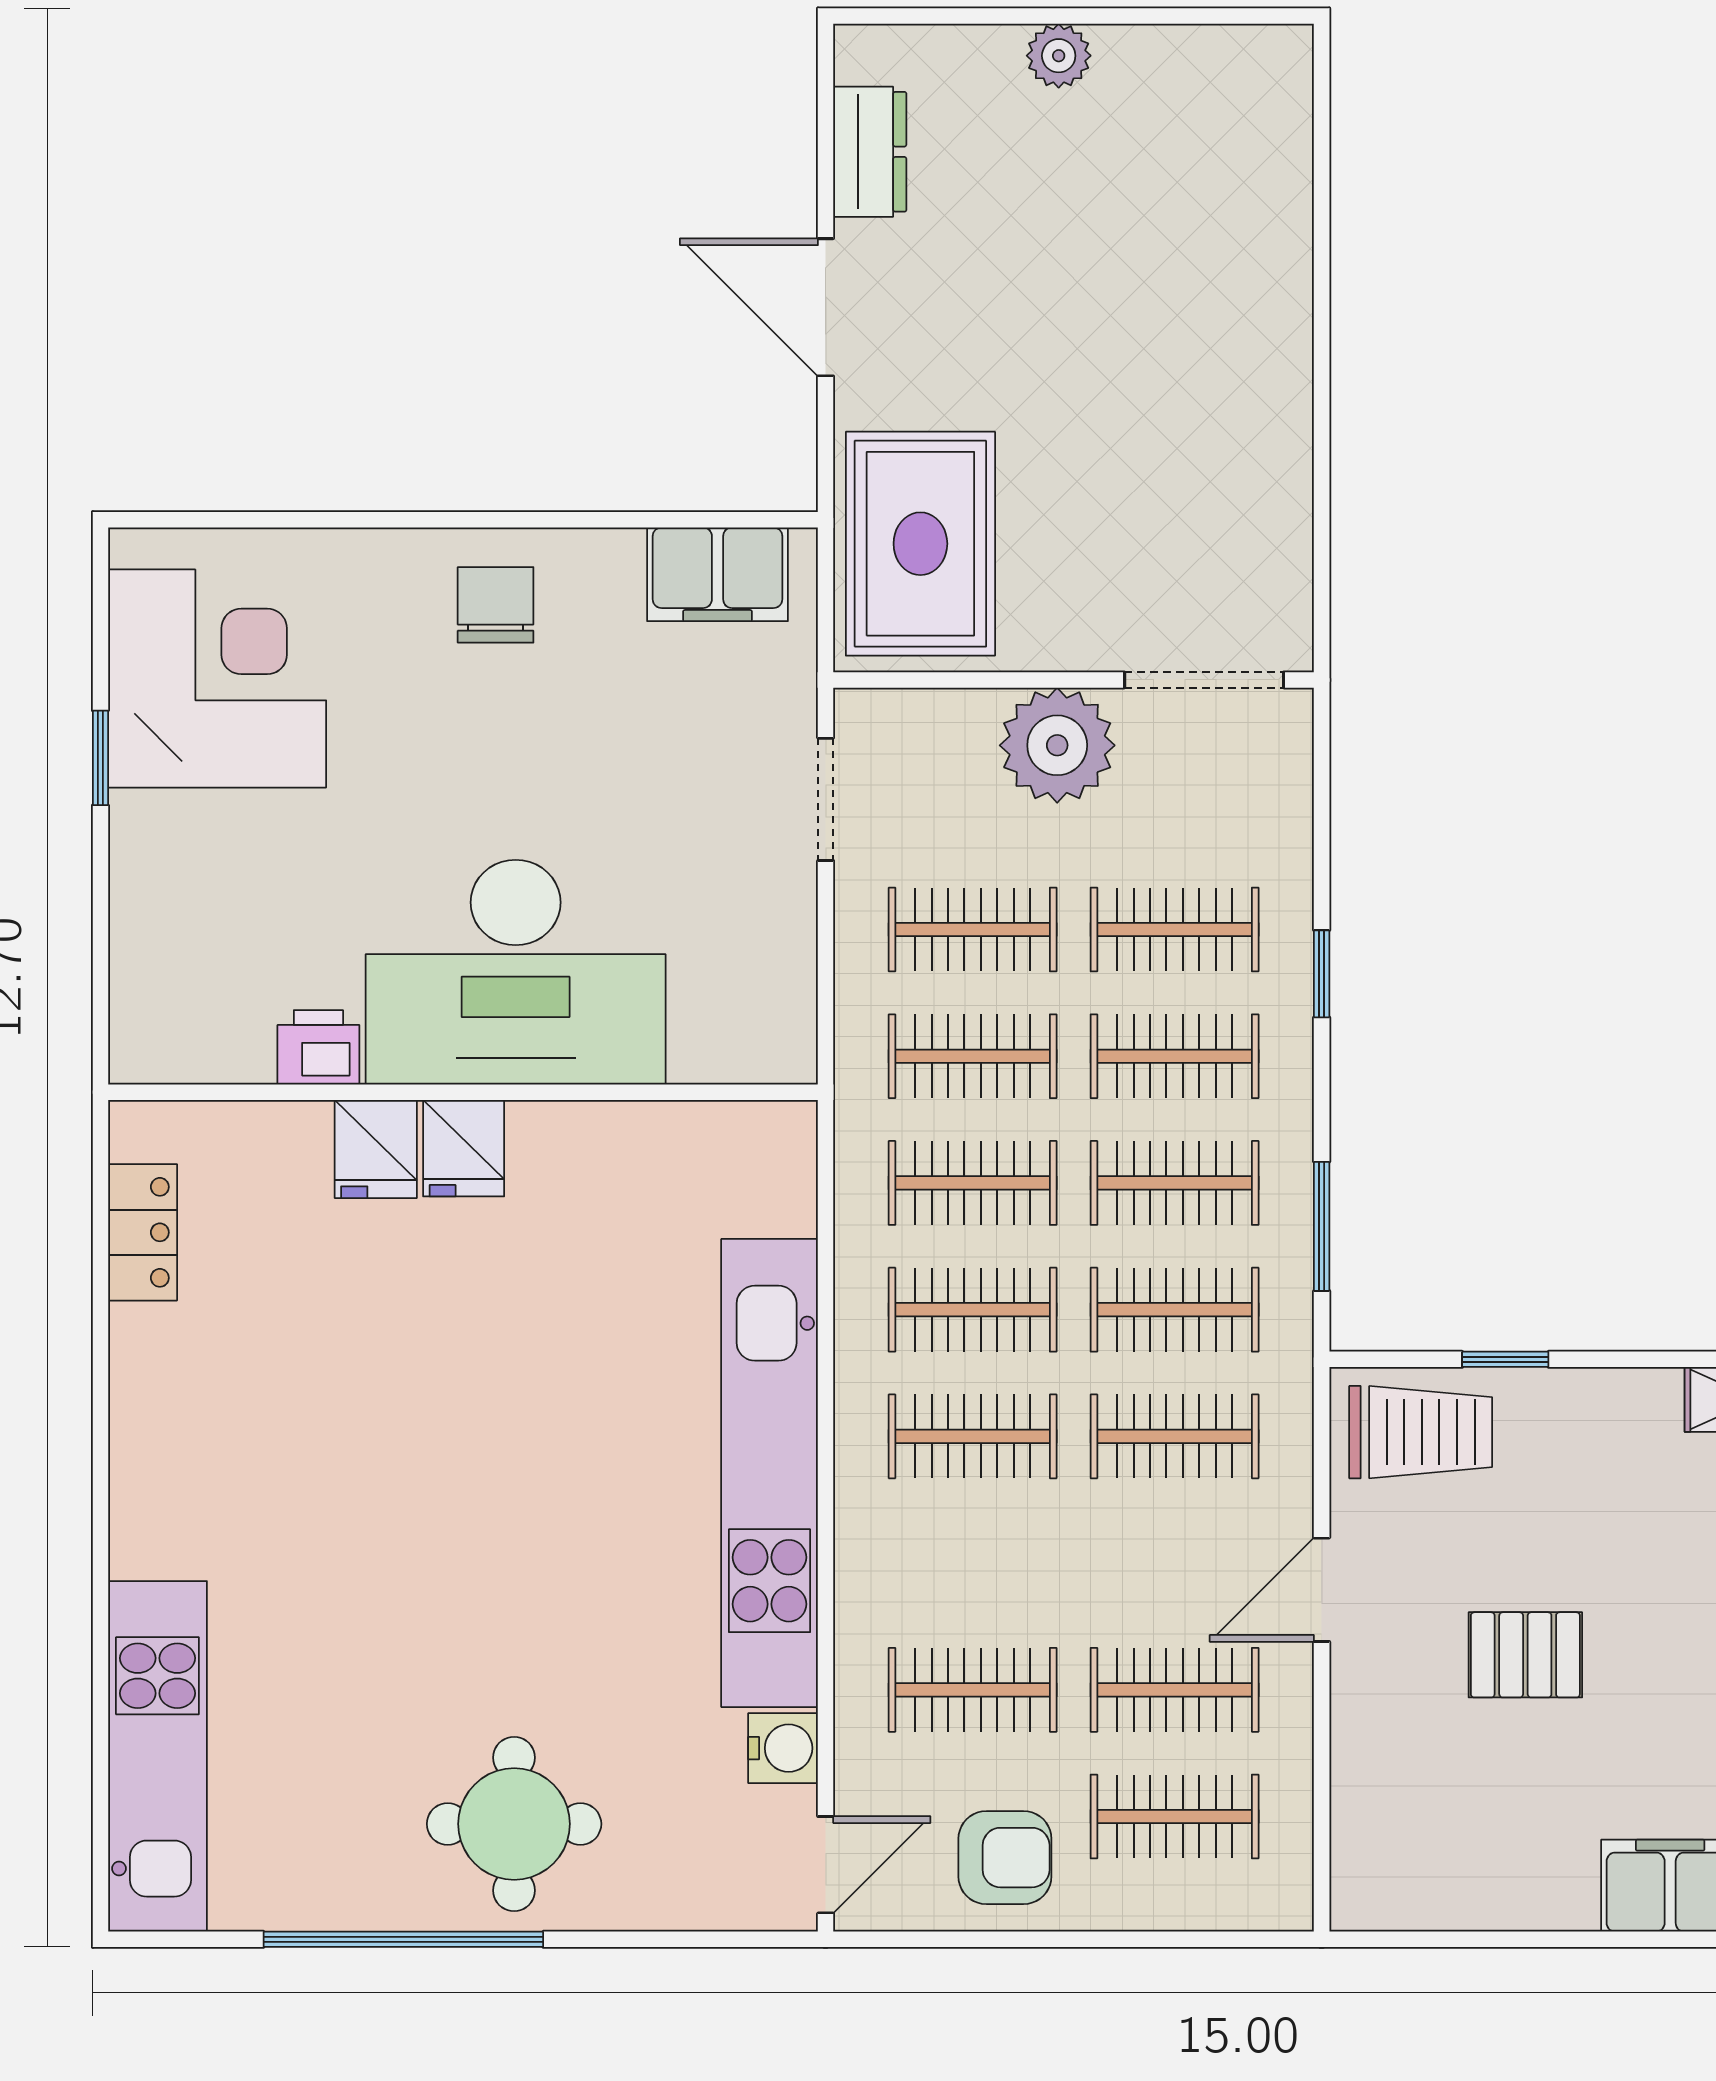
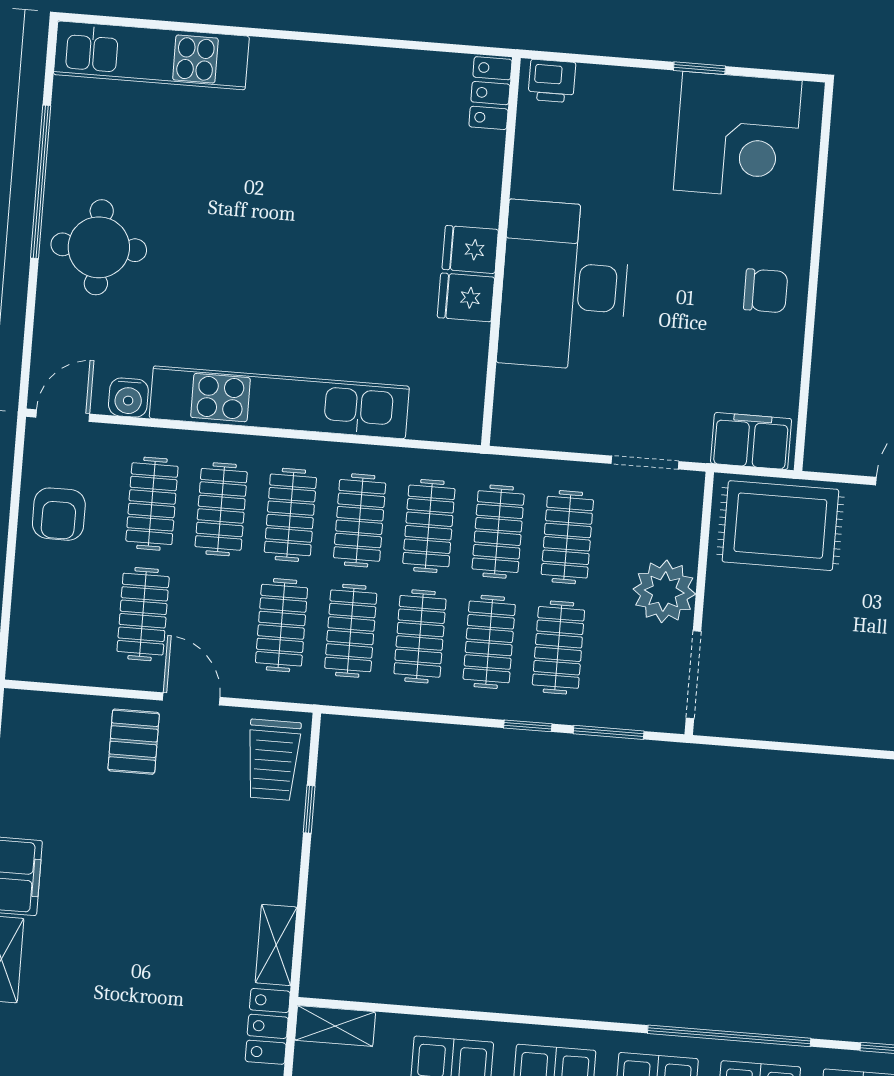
filing cabinet: (718, 574) -> (751, 441), moved, turned 90
printer: (318, 1047) -> (552, 81), moved, turned 90
fridge: (376, 1149) -> (466, 297), moved
window: (1322, 1226) -> (609, 732), moved
locker: (143, 1232) -> (490, 93), moved, turned 90
pallet: (1525, 1655) -> (134, 742), moved
clothes rail: (1175, 1816) -> (221, 509), moved
door: (826, 1865) -> (63, 416), swing flipped

